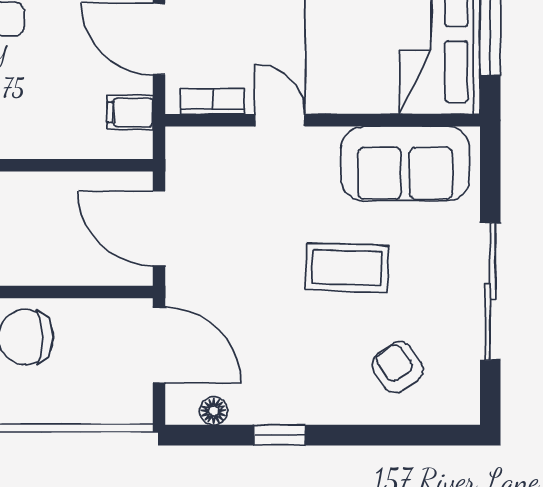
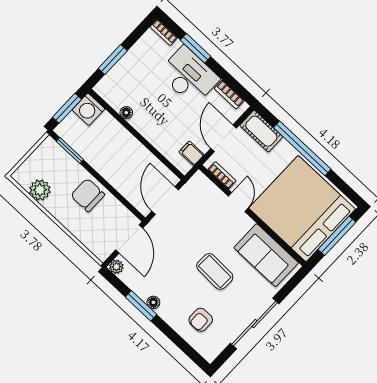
armchair: (397, 367) -> (201, 320), turned -145
plant: (181, 409) -> (116, 267), added
floor lamp: (214, 411) -> (153, 302), moved
window: (280, 435) -> (141, 306), width x1.50

